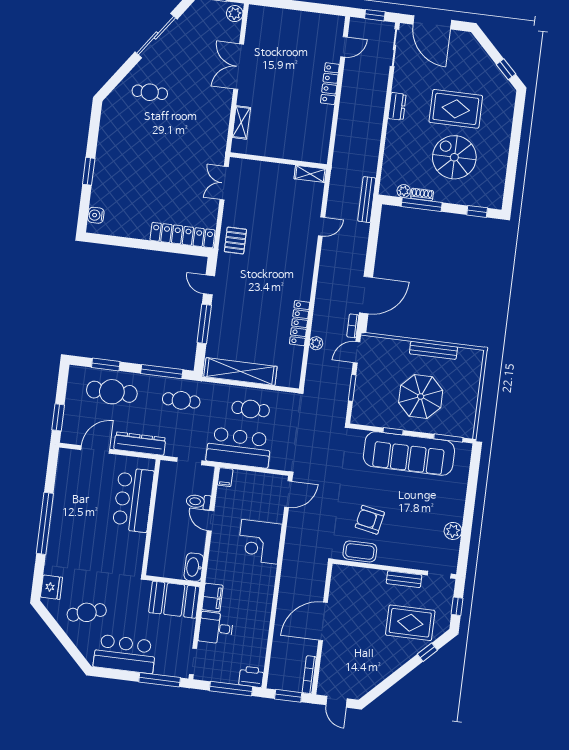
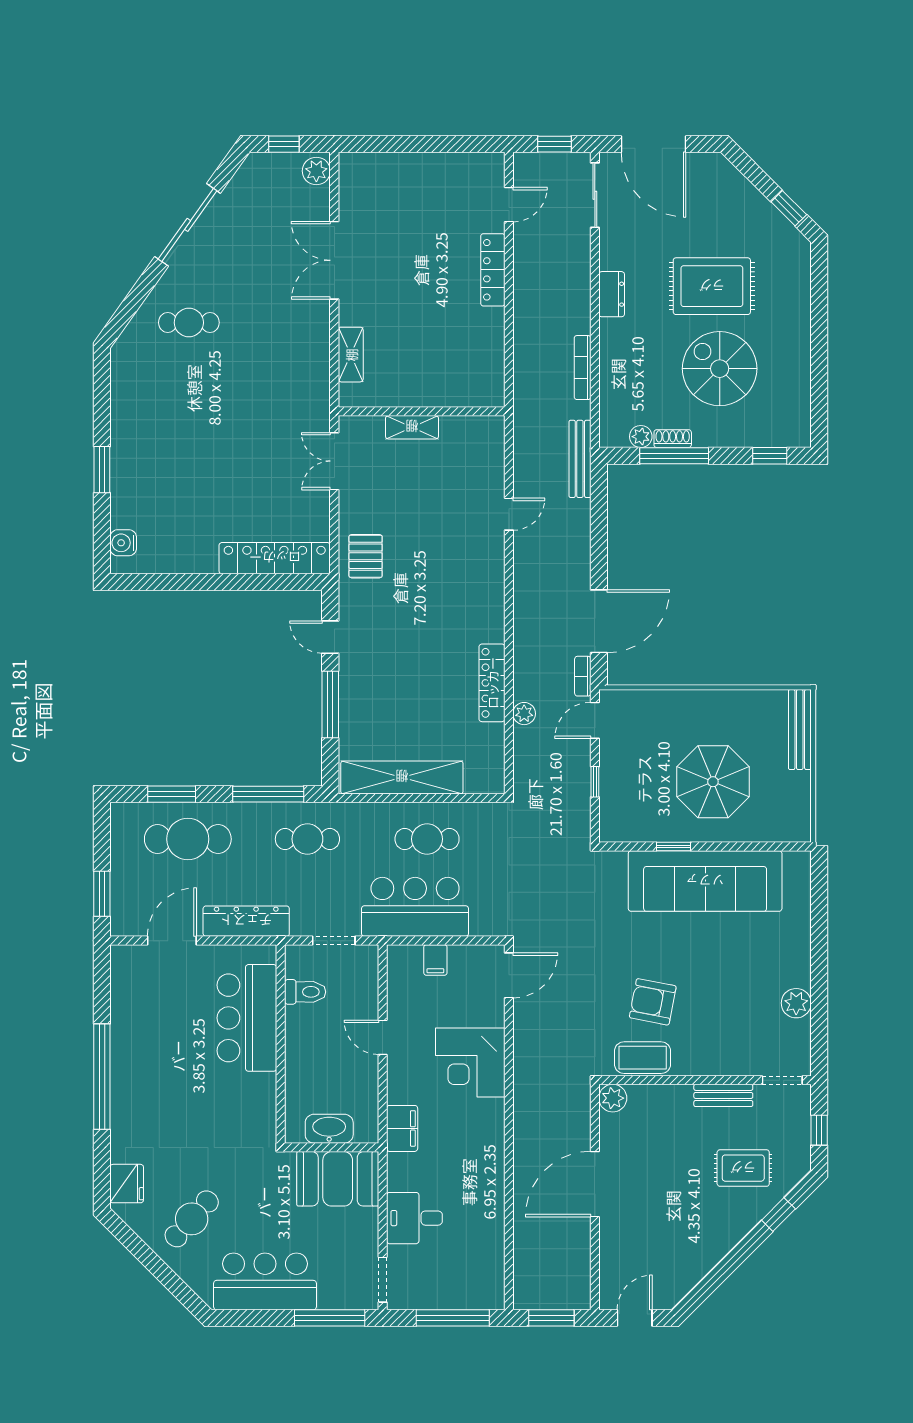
shelving: (310, 174) -> (412, 427), moved
bench: (433, 350) -> (800, 730), moved, turned 90
window: (352, 388) -> (595, 782), width x0.67
window: (448, 438) -> (769, 847), removed
filing cabinet: (225, 477) -> (435, 960), moved
toilet: (198, 502) -> (305, 992), moved, turned 180
washbasin: (194, 567) -> (329, 1129), moved, turned 90
plant: (340, 573) -> (613, 1098), added
filing cabinet: (212, 597) -> (402, 1128), moved
cafe table: (87, 612) -> (192, 1219), turned -31
rug: (410, 623) -> (743, 1168), width x0.73, depth x0.70
bookcase: (309, 675) -> (583, 368), moved
printer: (251, 677) -> (485, 1293), removed
door: (336, 702) -> (635, 1318), swing flipped

